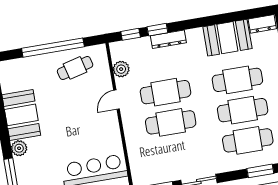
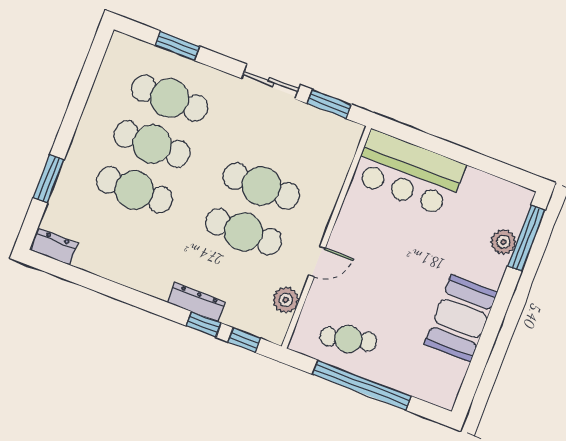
booth: (227, 38) -> (114, 256), removed
plant: (19, 148) -> (503, 242), moved

